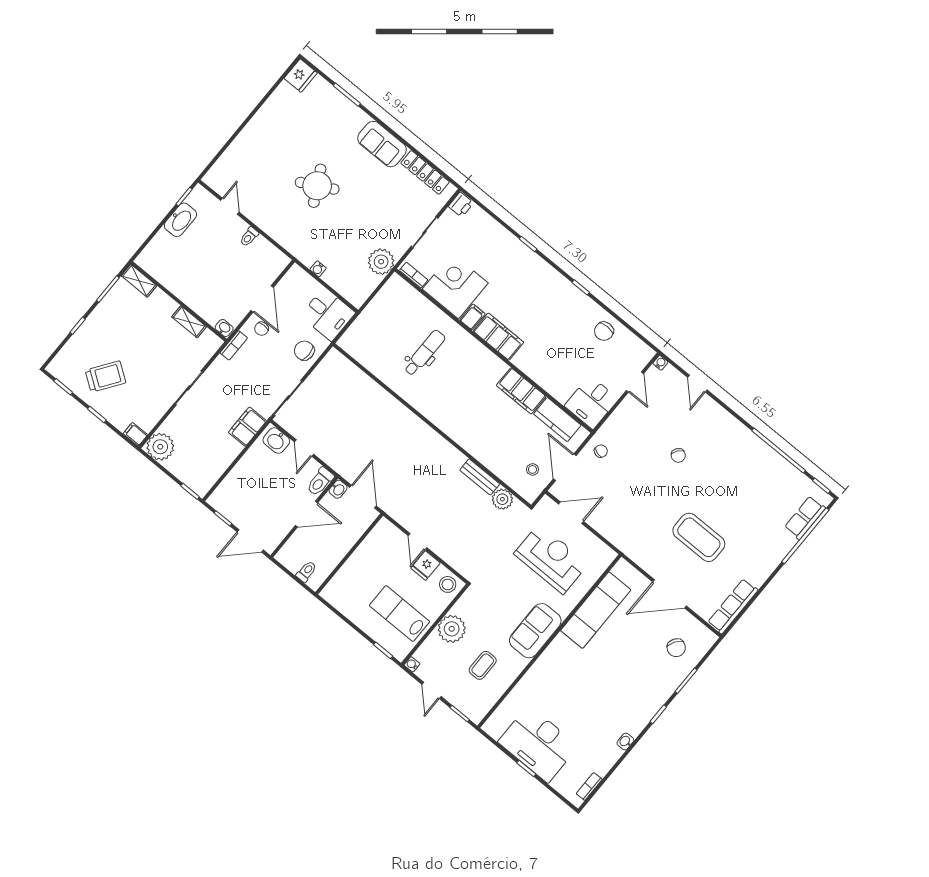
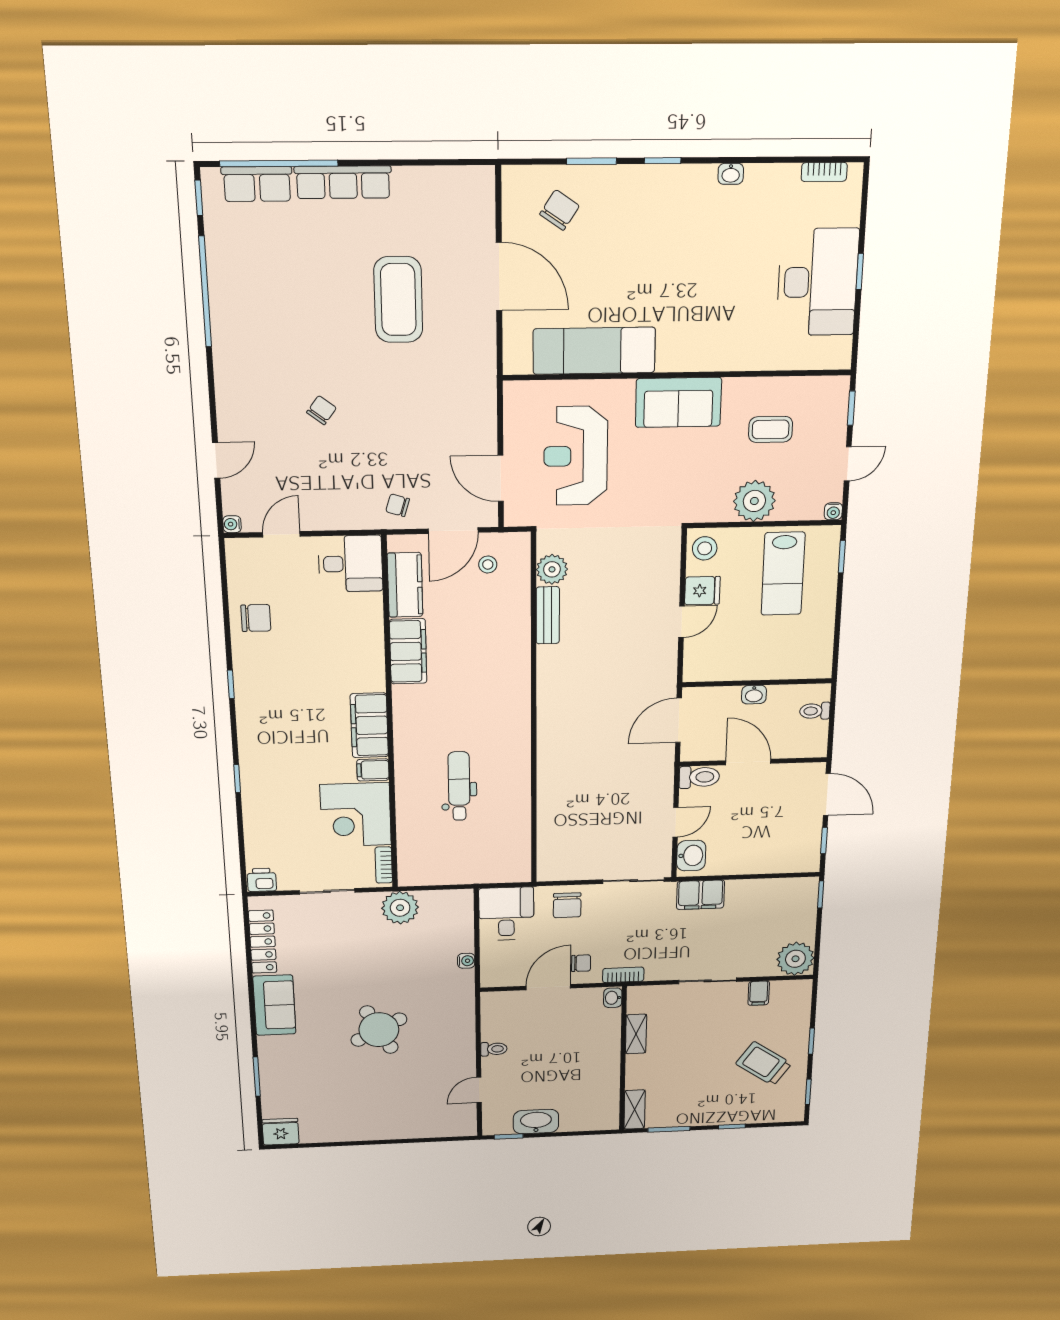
dental chair: (425, 353) -> (459, 786), turned 90
filing cabinet: (135, 434) -> (759, 993), moved
washbasin: (338, 489) -> (754, 695), moved, turned 180
row of seats: (733, 606) -> (343, 182), moved

